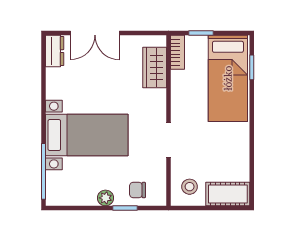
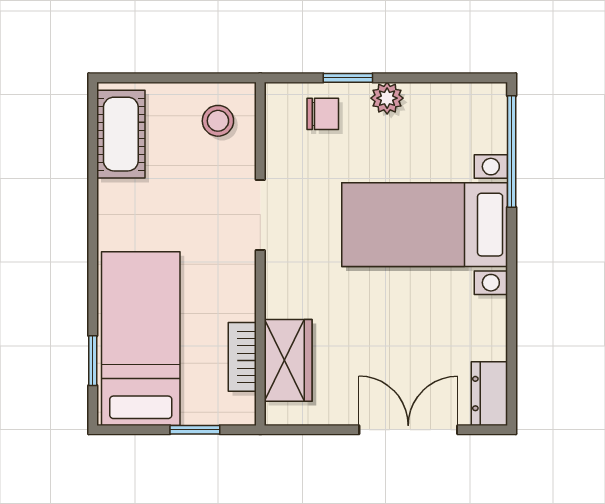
bookcase: (177, 52) -> (242, 357), moved
cot: (228, 194) -> (121, 134), moved, turned 90

